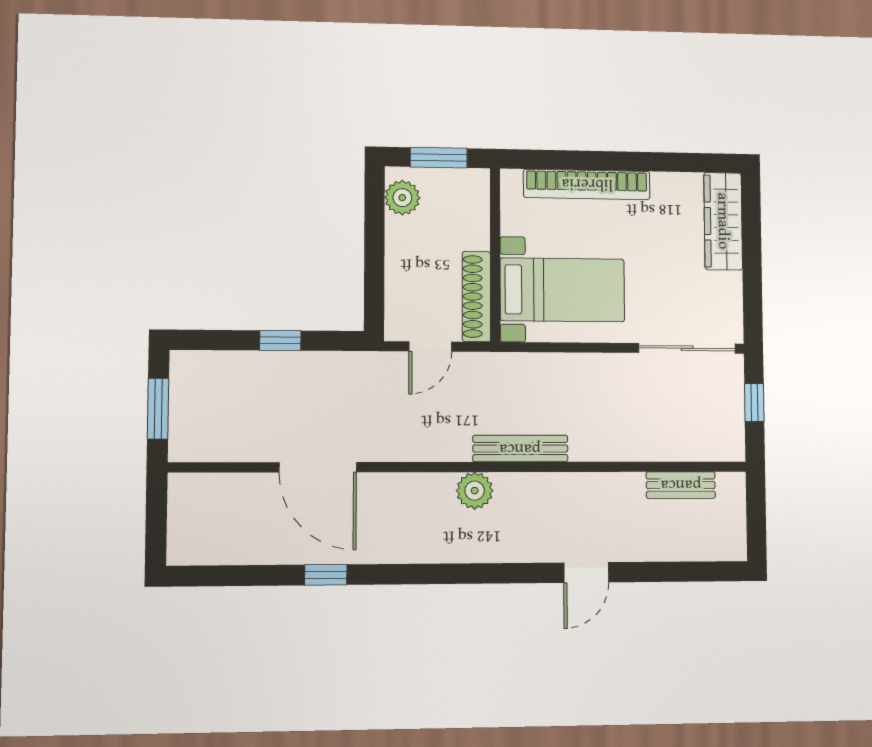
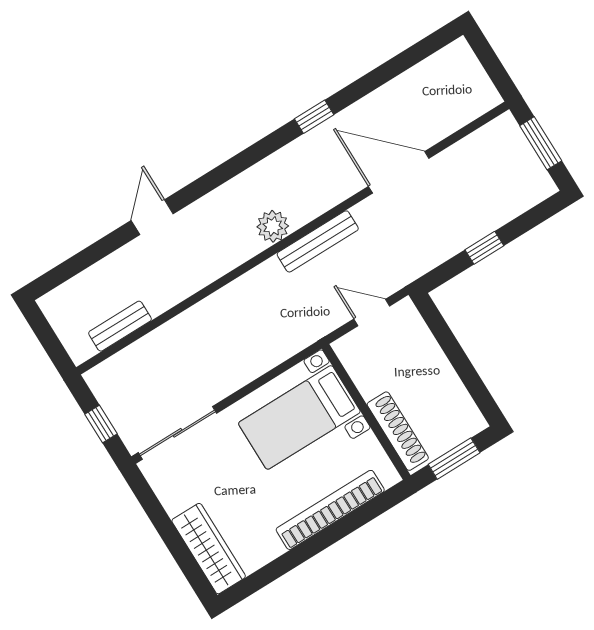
plant: (402, 198) -> (462, 411), removed
shoe rack: (476, 296) -> (398, 431), moved
door: (430, 347) -> (372, 312), hinge flipped
bench: (520, 449) -> (318, 241), moved
window: (326, 575) -> (314, 117), moved

